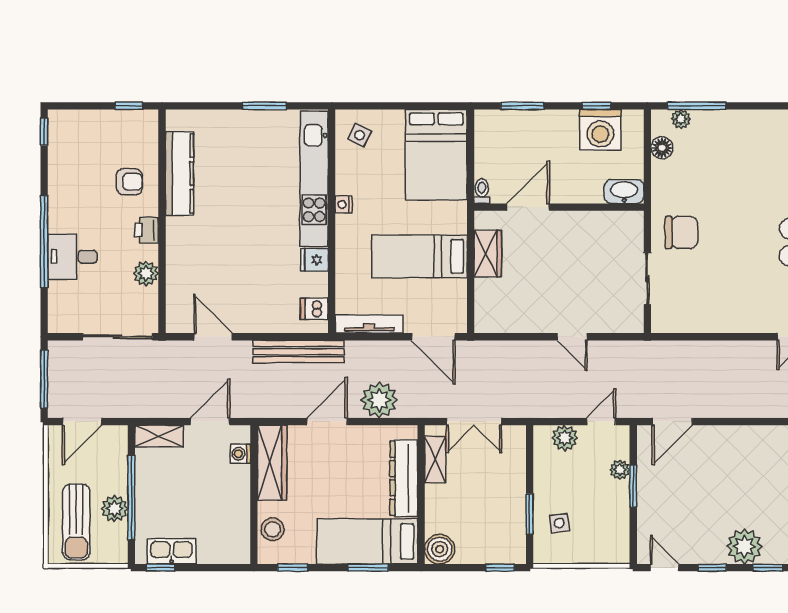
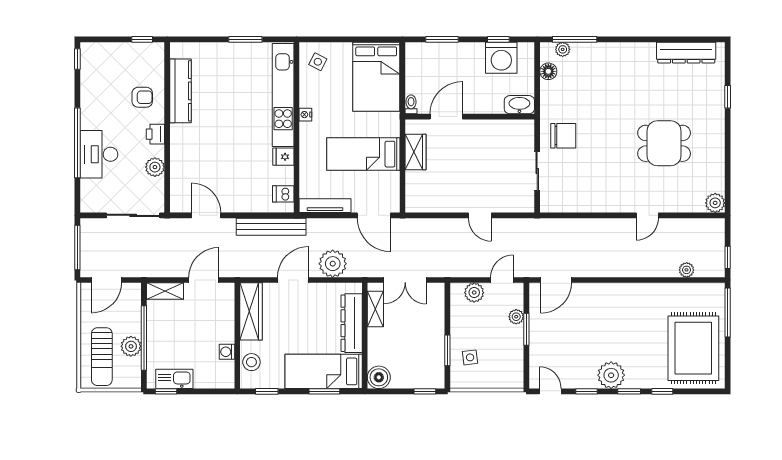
desk: (72, 257) -> (99, 154), width x1.37
washing machine: (240, 454) -> (227, 352), moved

